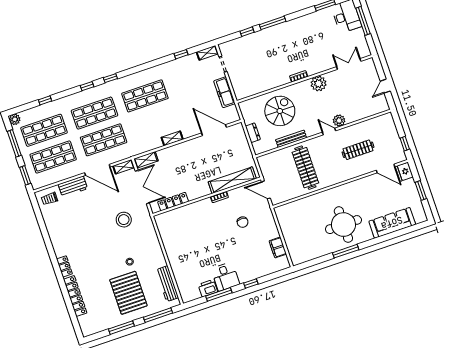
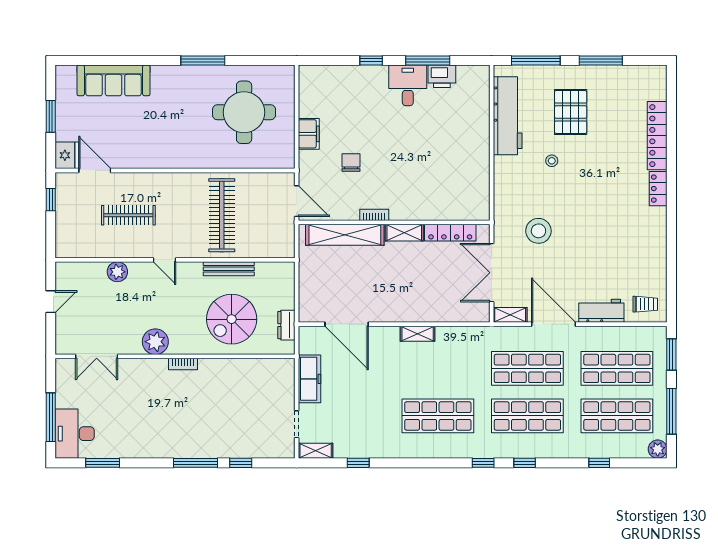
plant: (339, 121) -> (117, 272), moved
dresser: (253, 133) -> (286, 325), moved
shelving: (146, 160) -> (404, 233), moved
round table: (343, 225) -> (244, 112), moved
filing cabinet: (278, 247) -> (309, 134), moved
workbench: (167, 284) -> (508, 116), width x1.36, depth x1.32
pallet: (128, 293) -> (571, 112), width x0.73, depth x0.71

